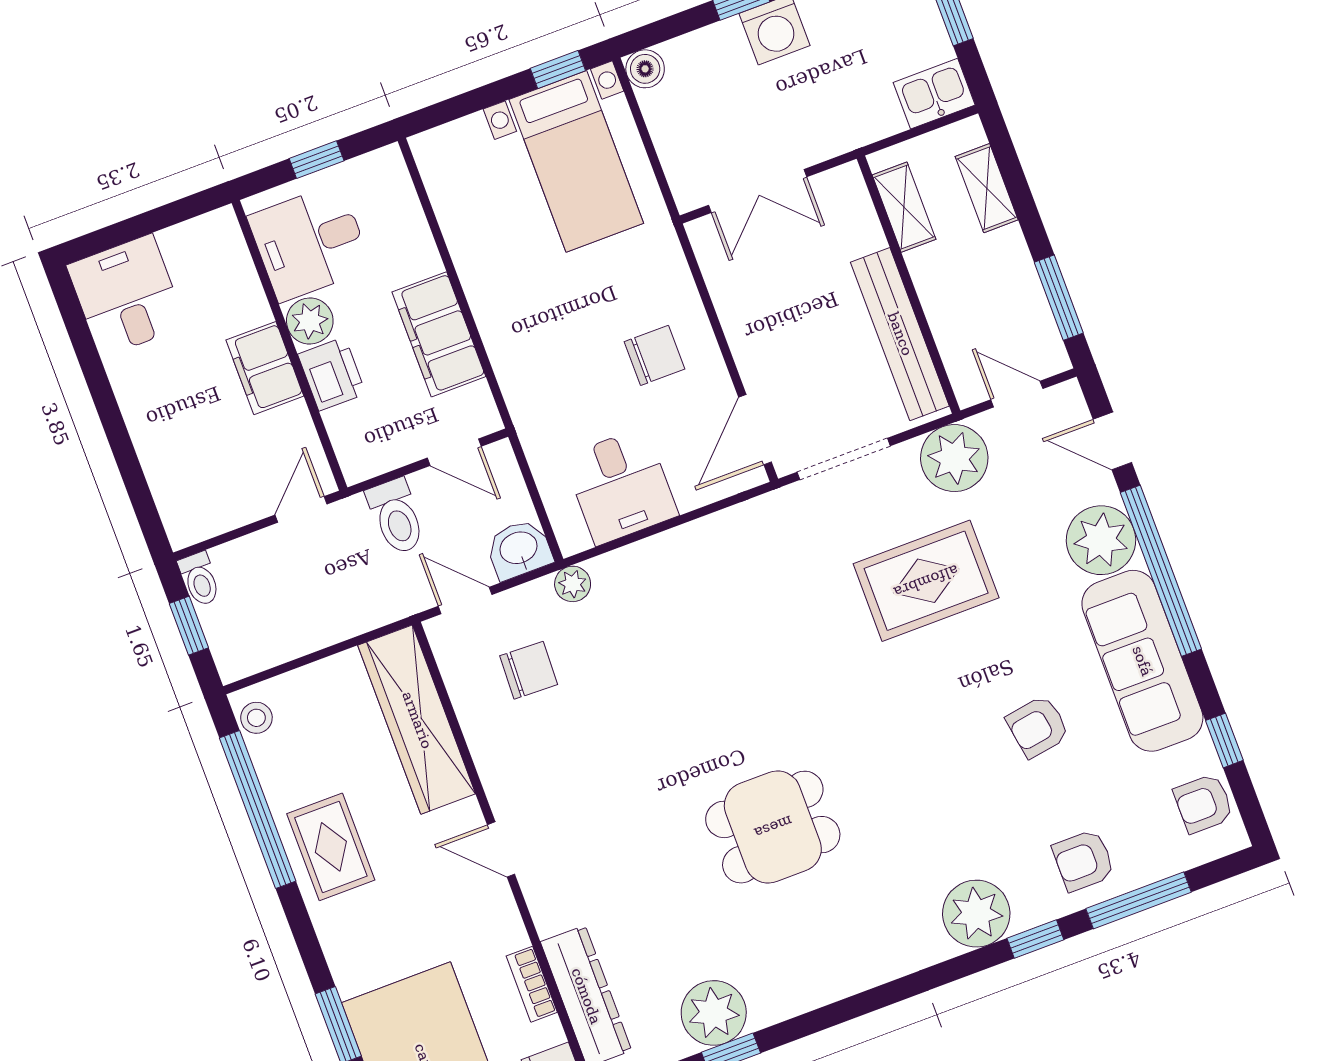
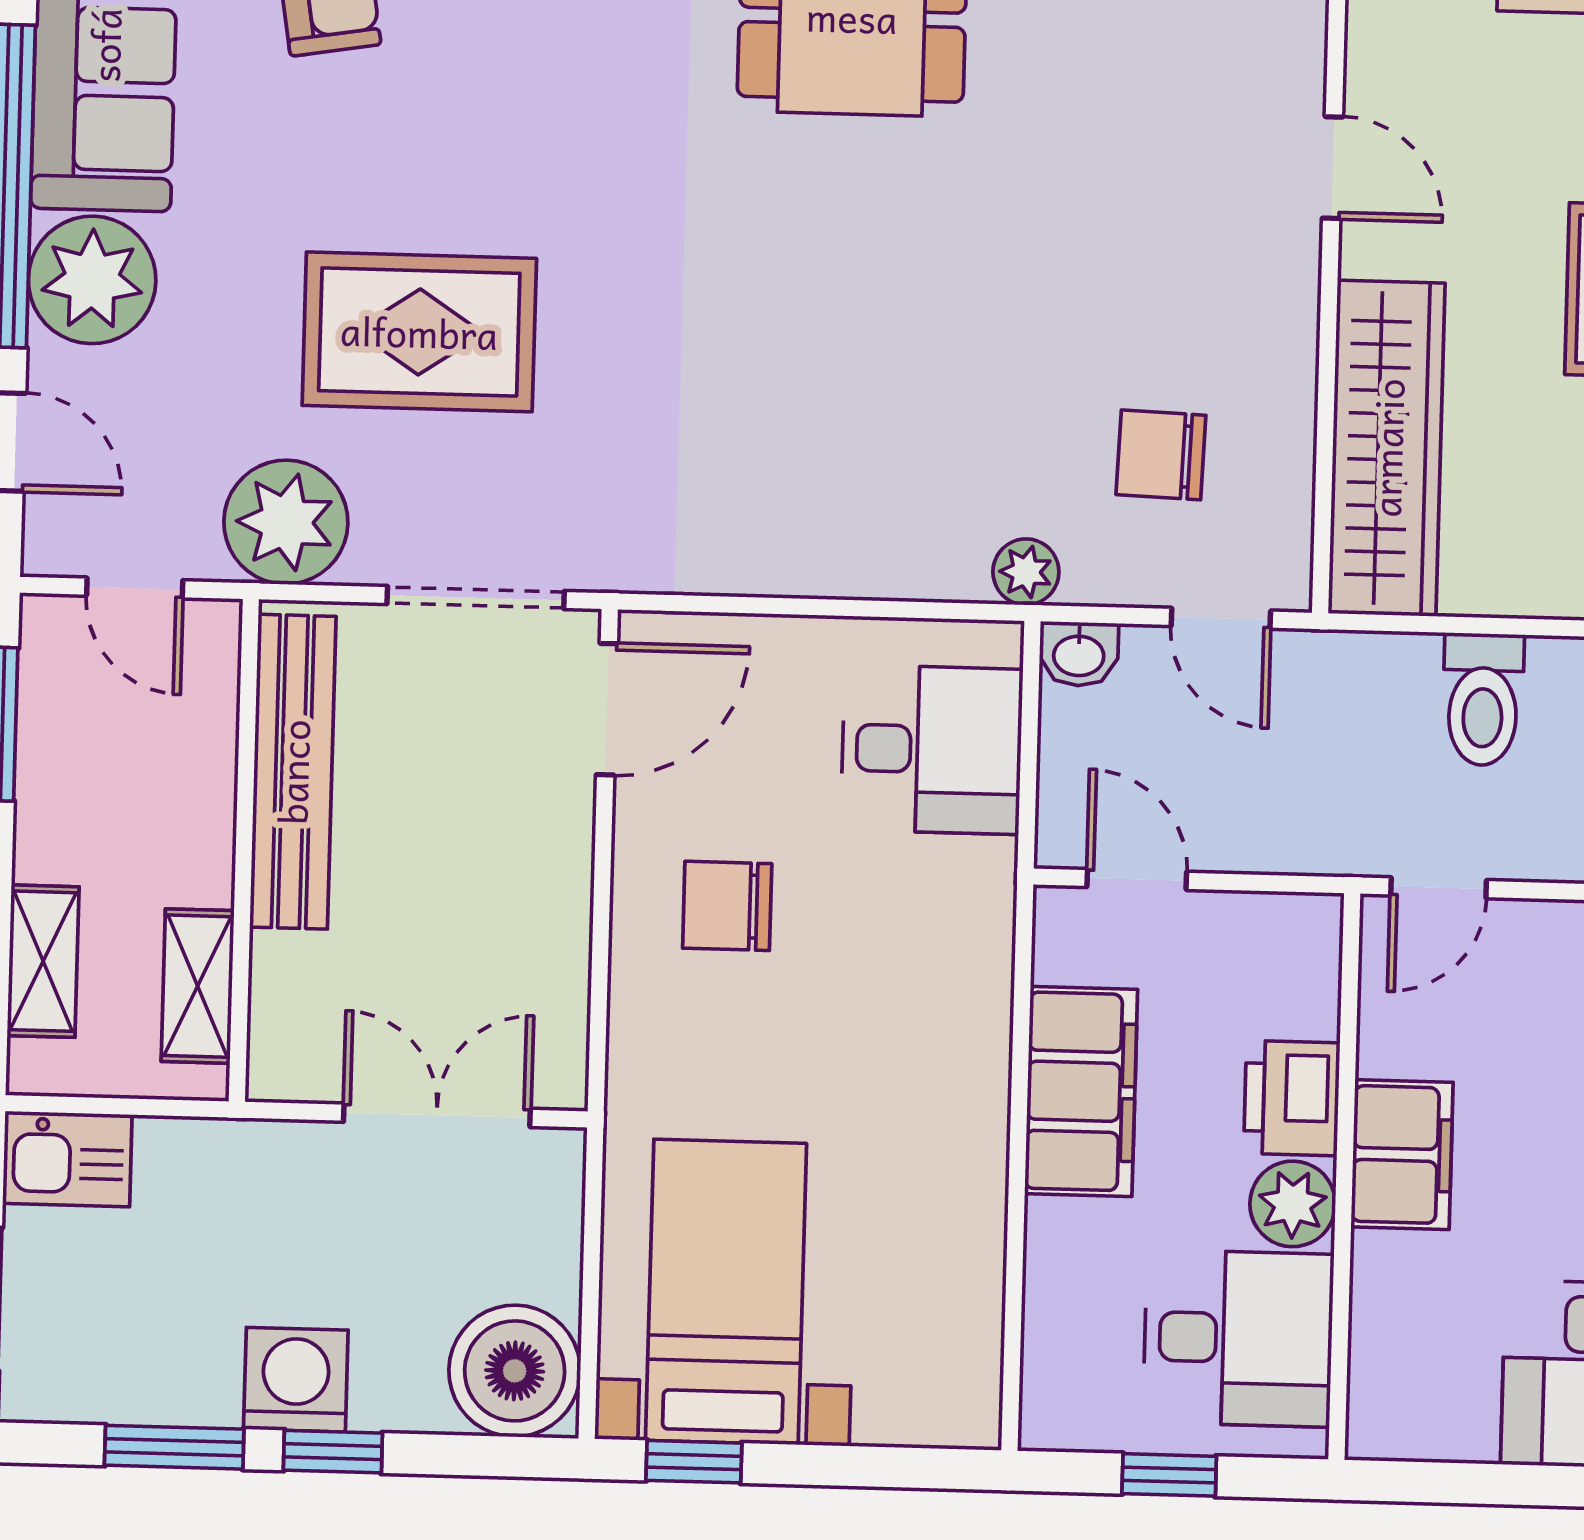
boiler: (645, 69) -> (515, 1371), width x1.86, depth x1.86
desk: (621, 486) -> (932, 749), moved, turned 90
toilet: (396, 517) -> (1483, 699), moved, turned 180
washbasin: (519, 549) -> (1079, 654), width x0.72, depth x0.69

